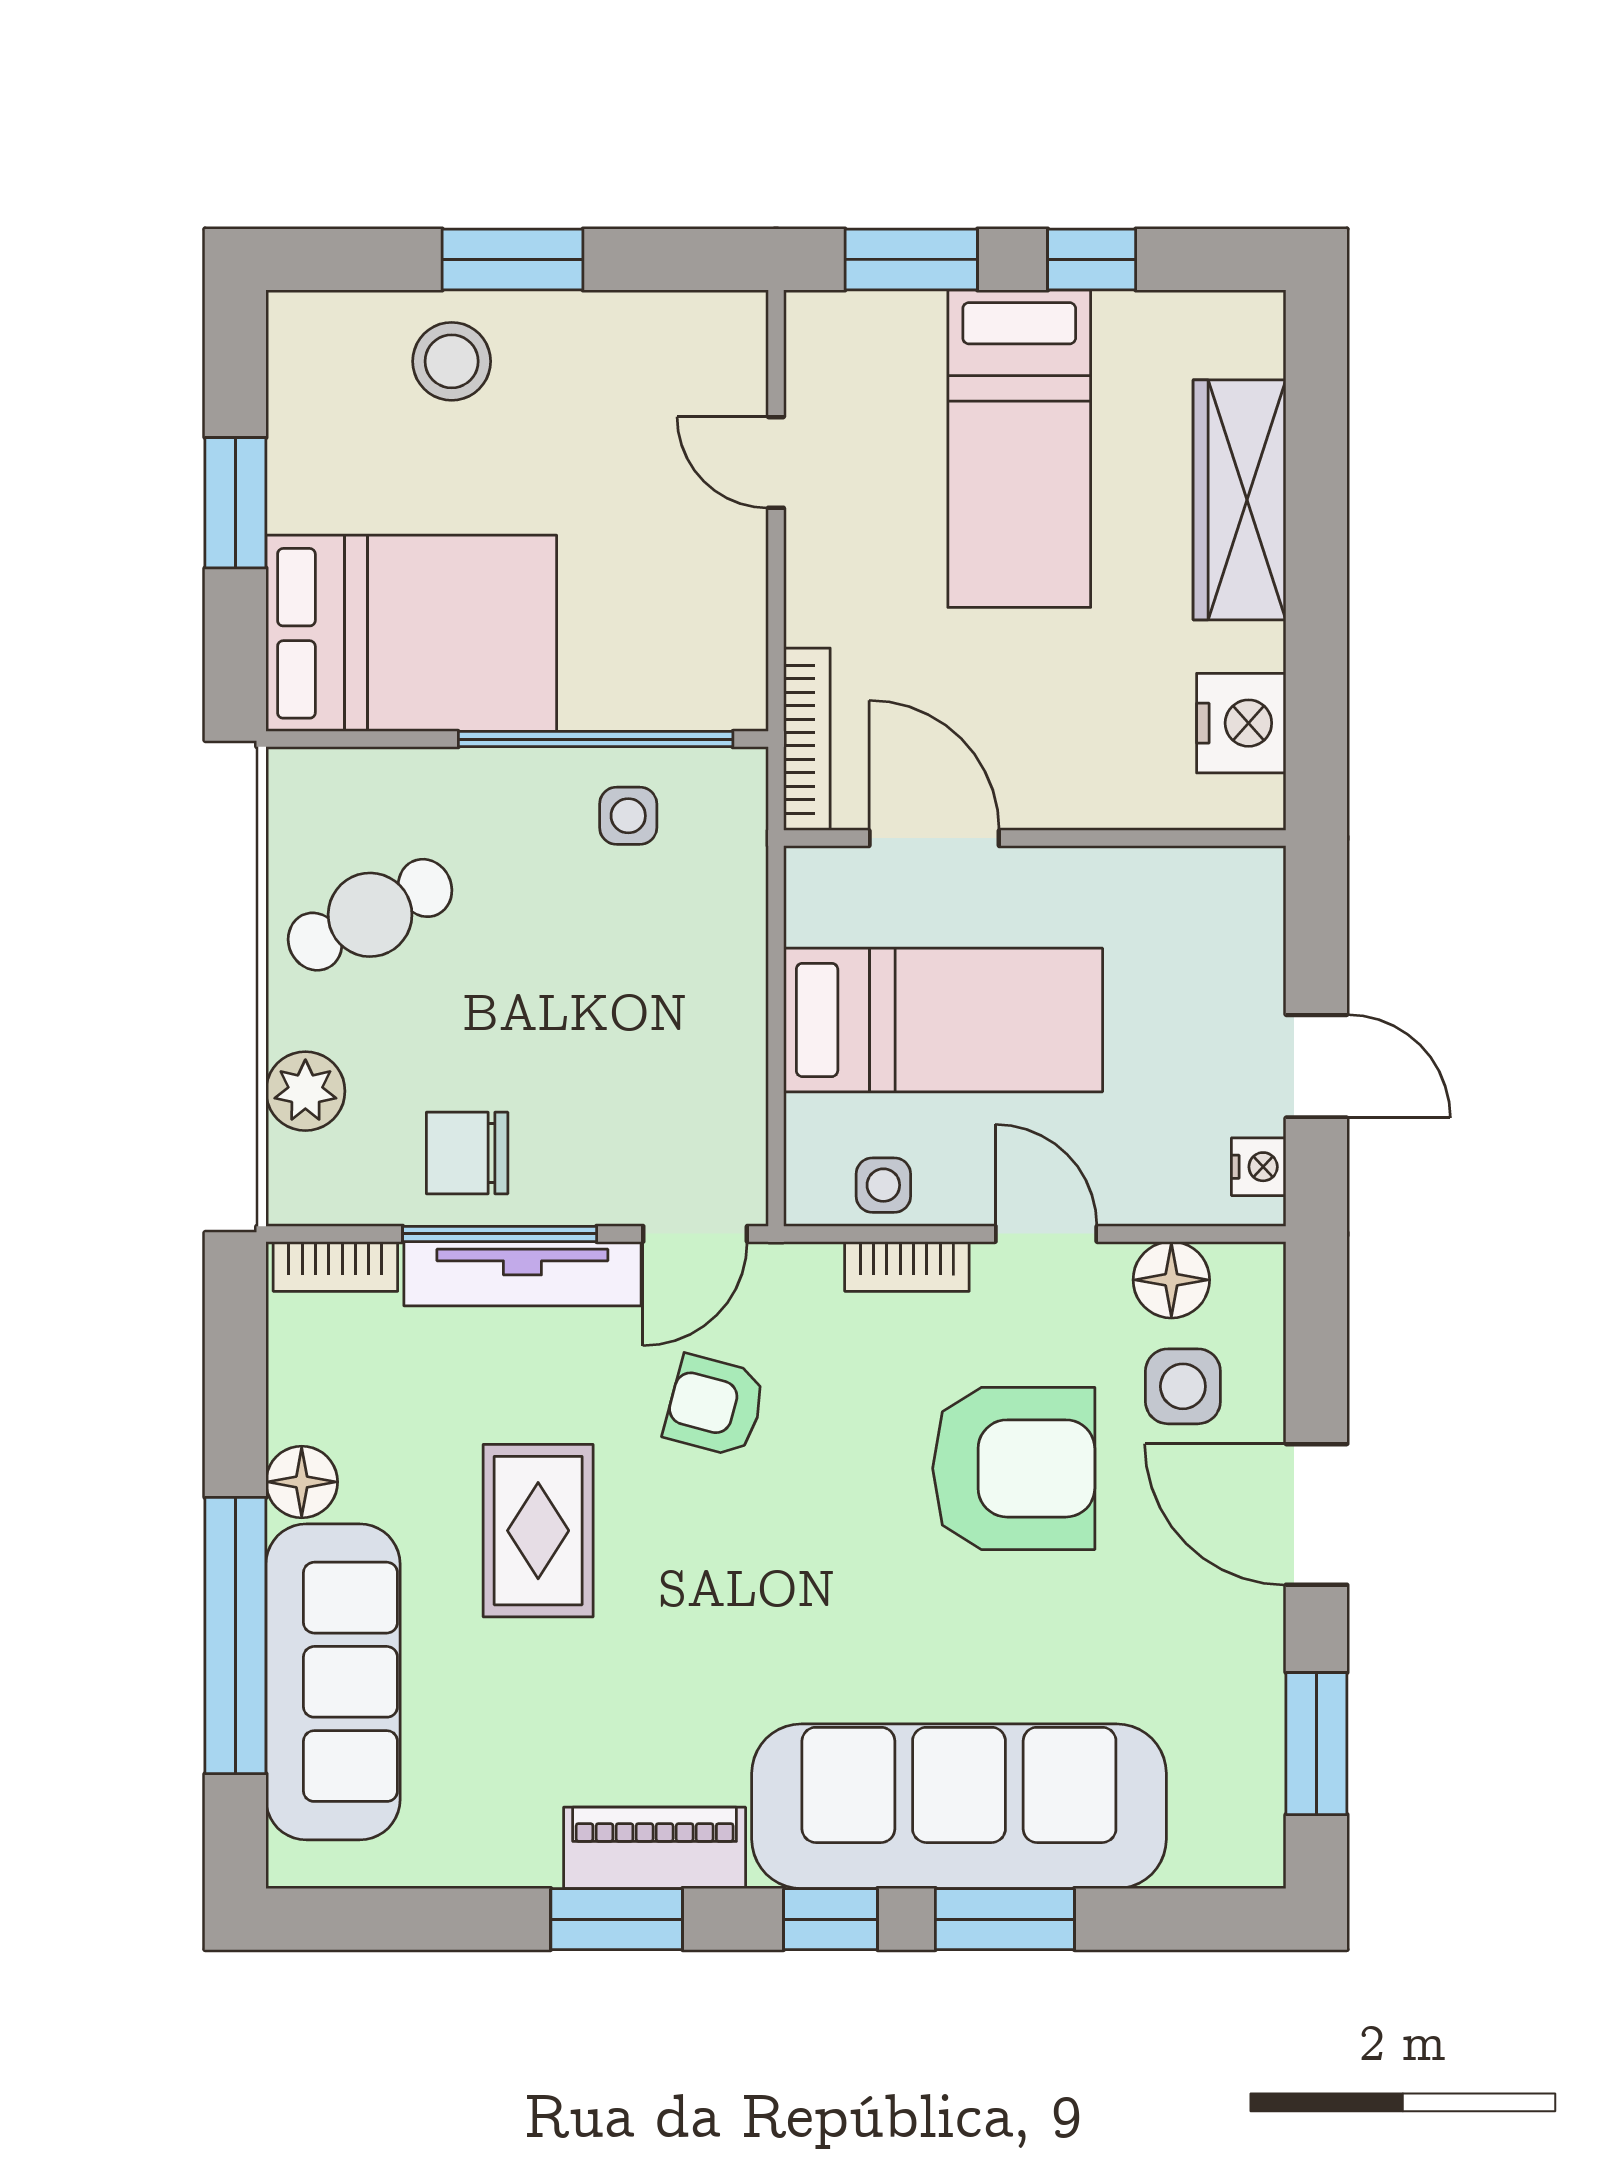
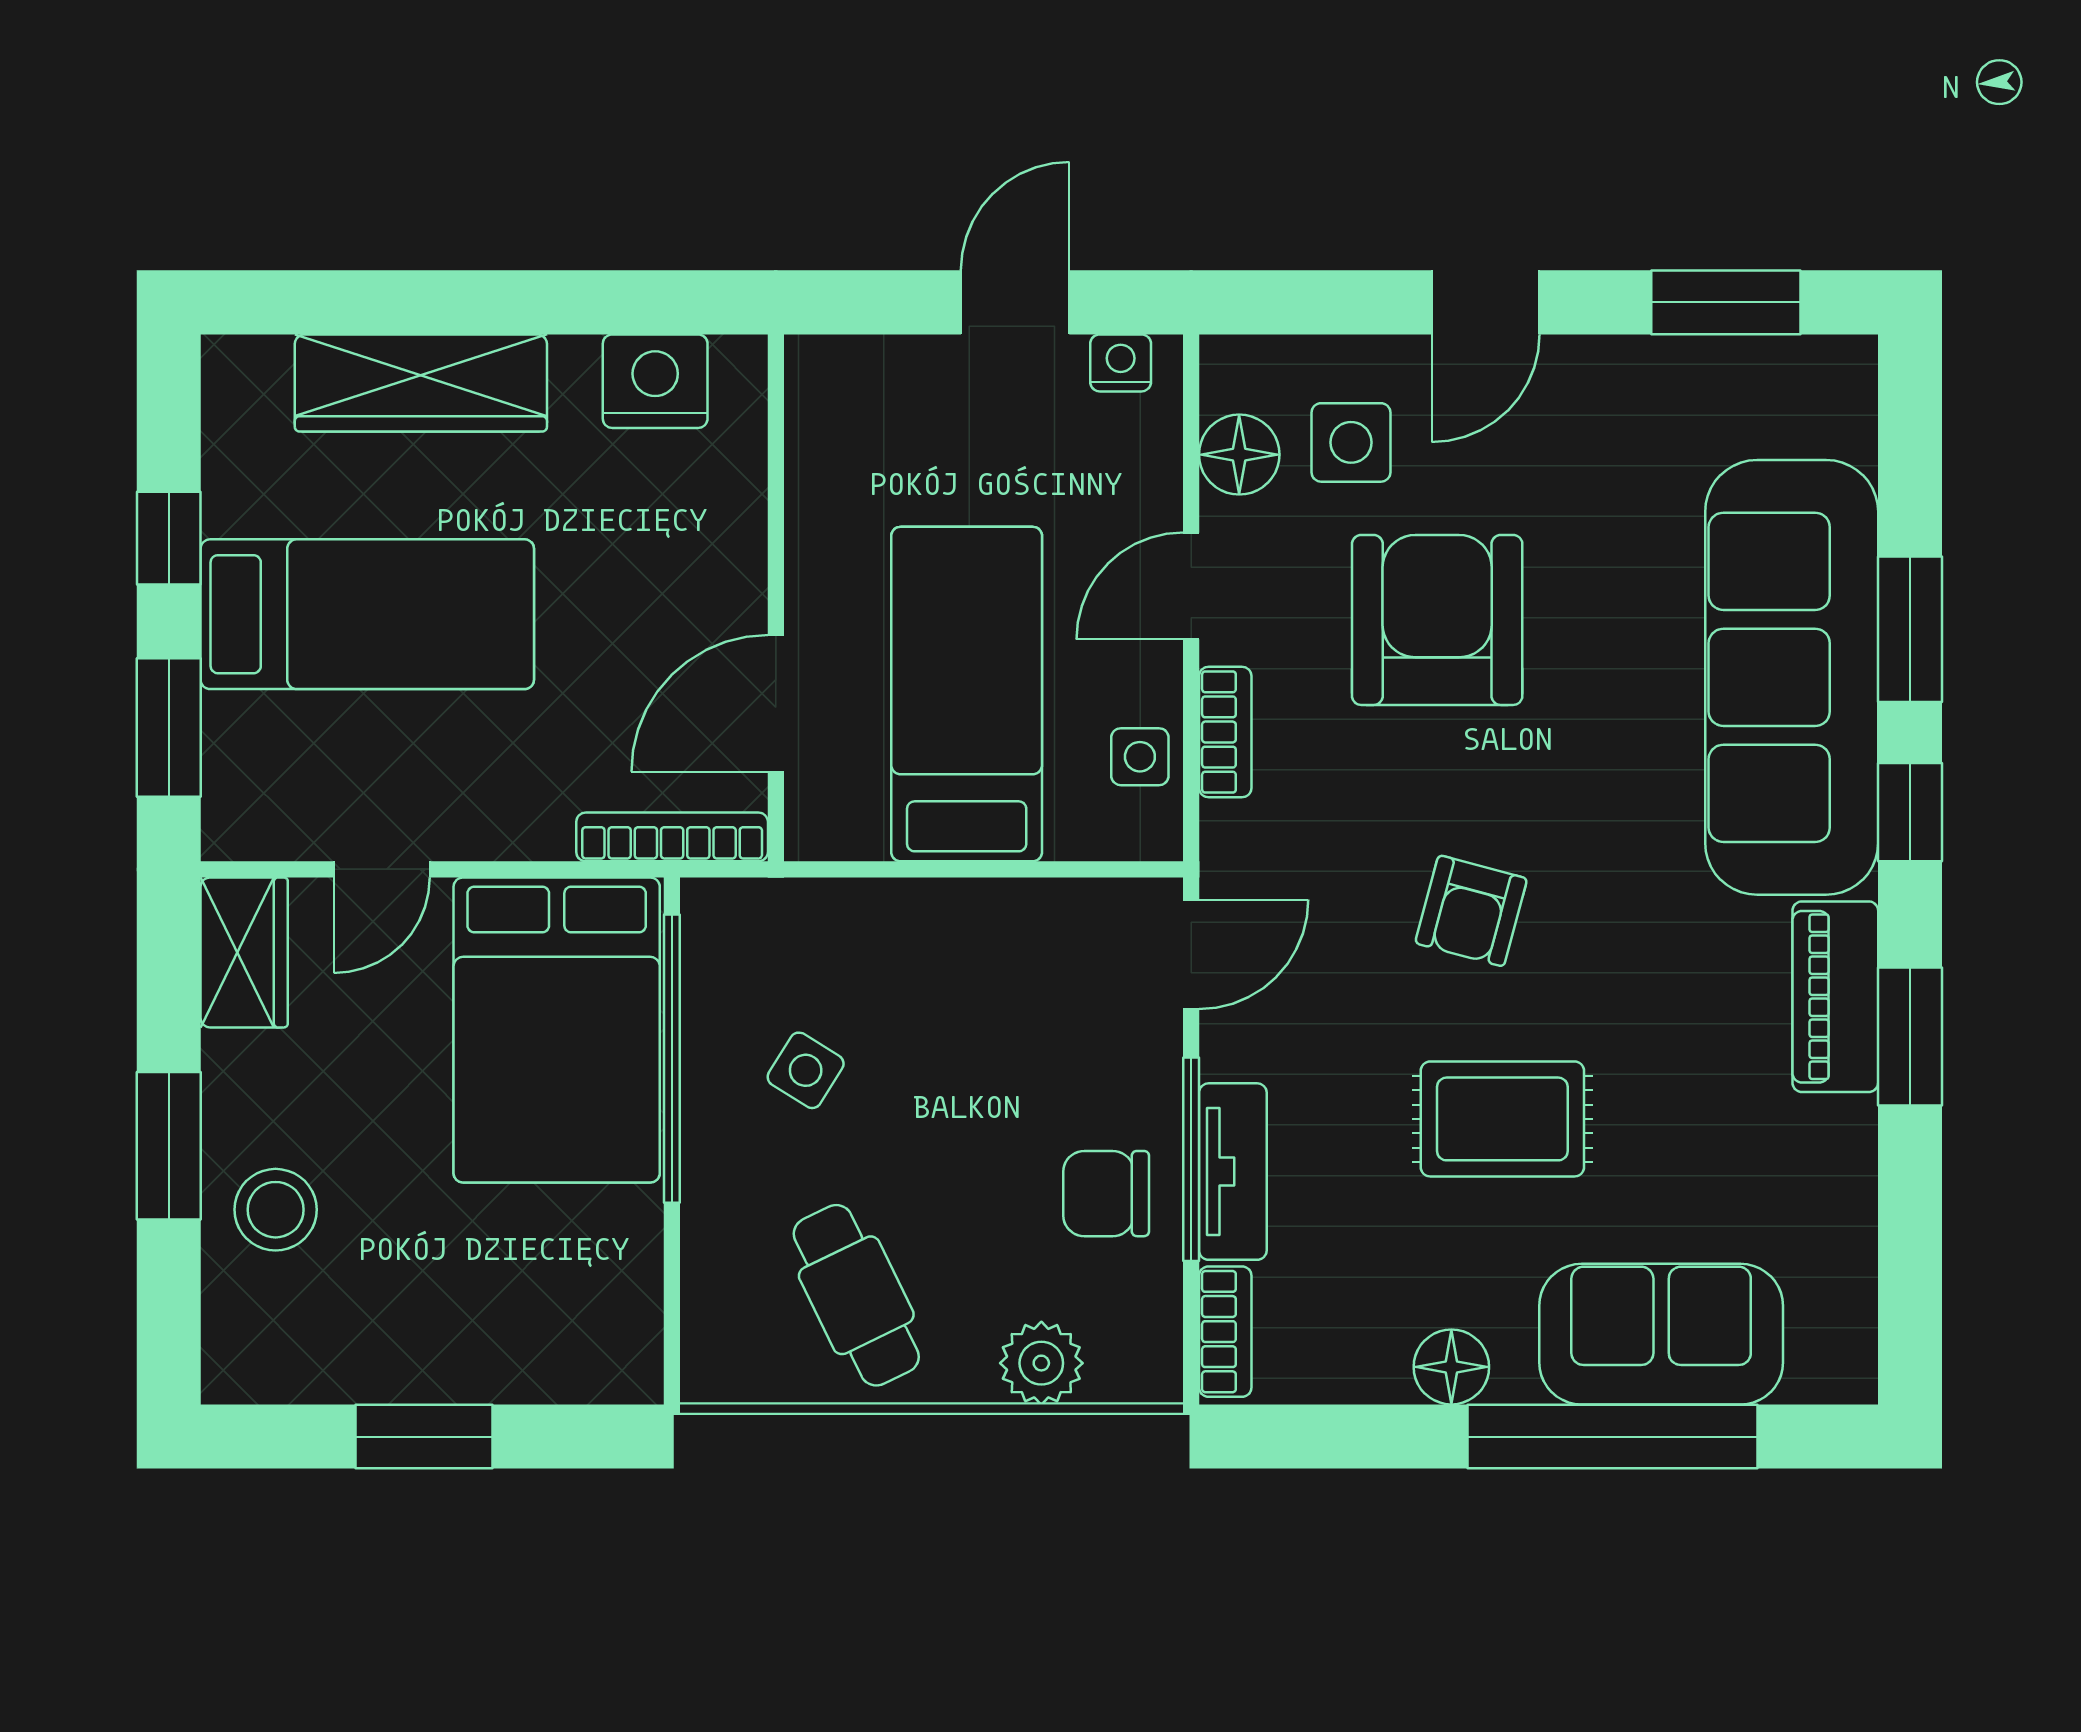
wardrobe: (697, 331) -> (244, 952), added
bed: (411, 633) -> (557, 1030), moved, turned 180
side table: (628, 816) -> (806, 1070), moved, turned 32
chair: (467, 1153) -> (1106, 1194), turned 90
door: (695, 1234) -> (1191, 954), hinge flipped
tv unit: (522, 1274) -> (1233, 1172), width x0.71
armchair: (715, 1406) -> (1471, 911), moved
door: (1316, 1514) -> (1485, 302), width x0.73
sofa: (333, 1682) -> (1661, 1334), width x0.73

